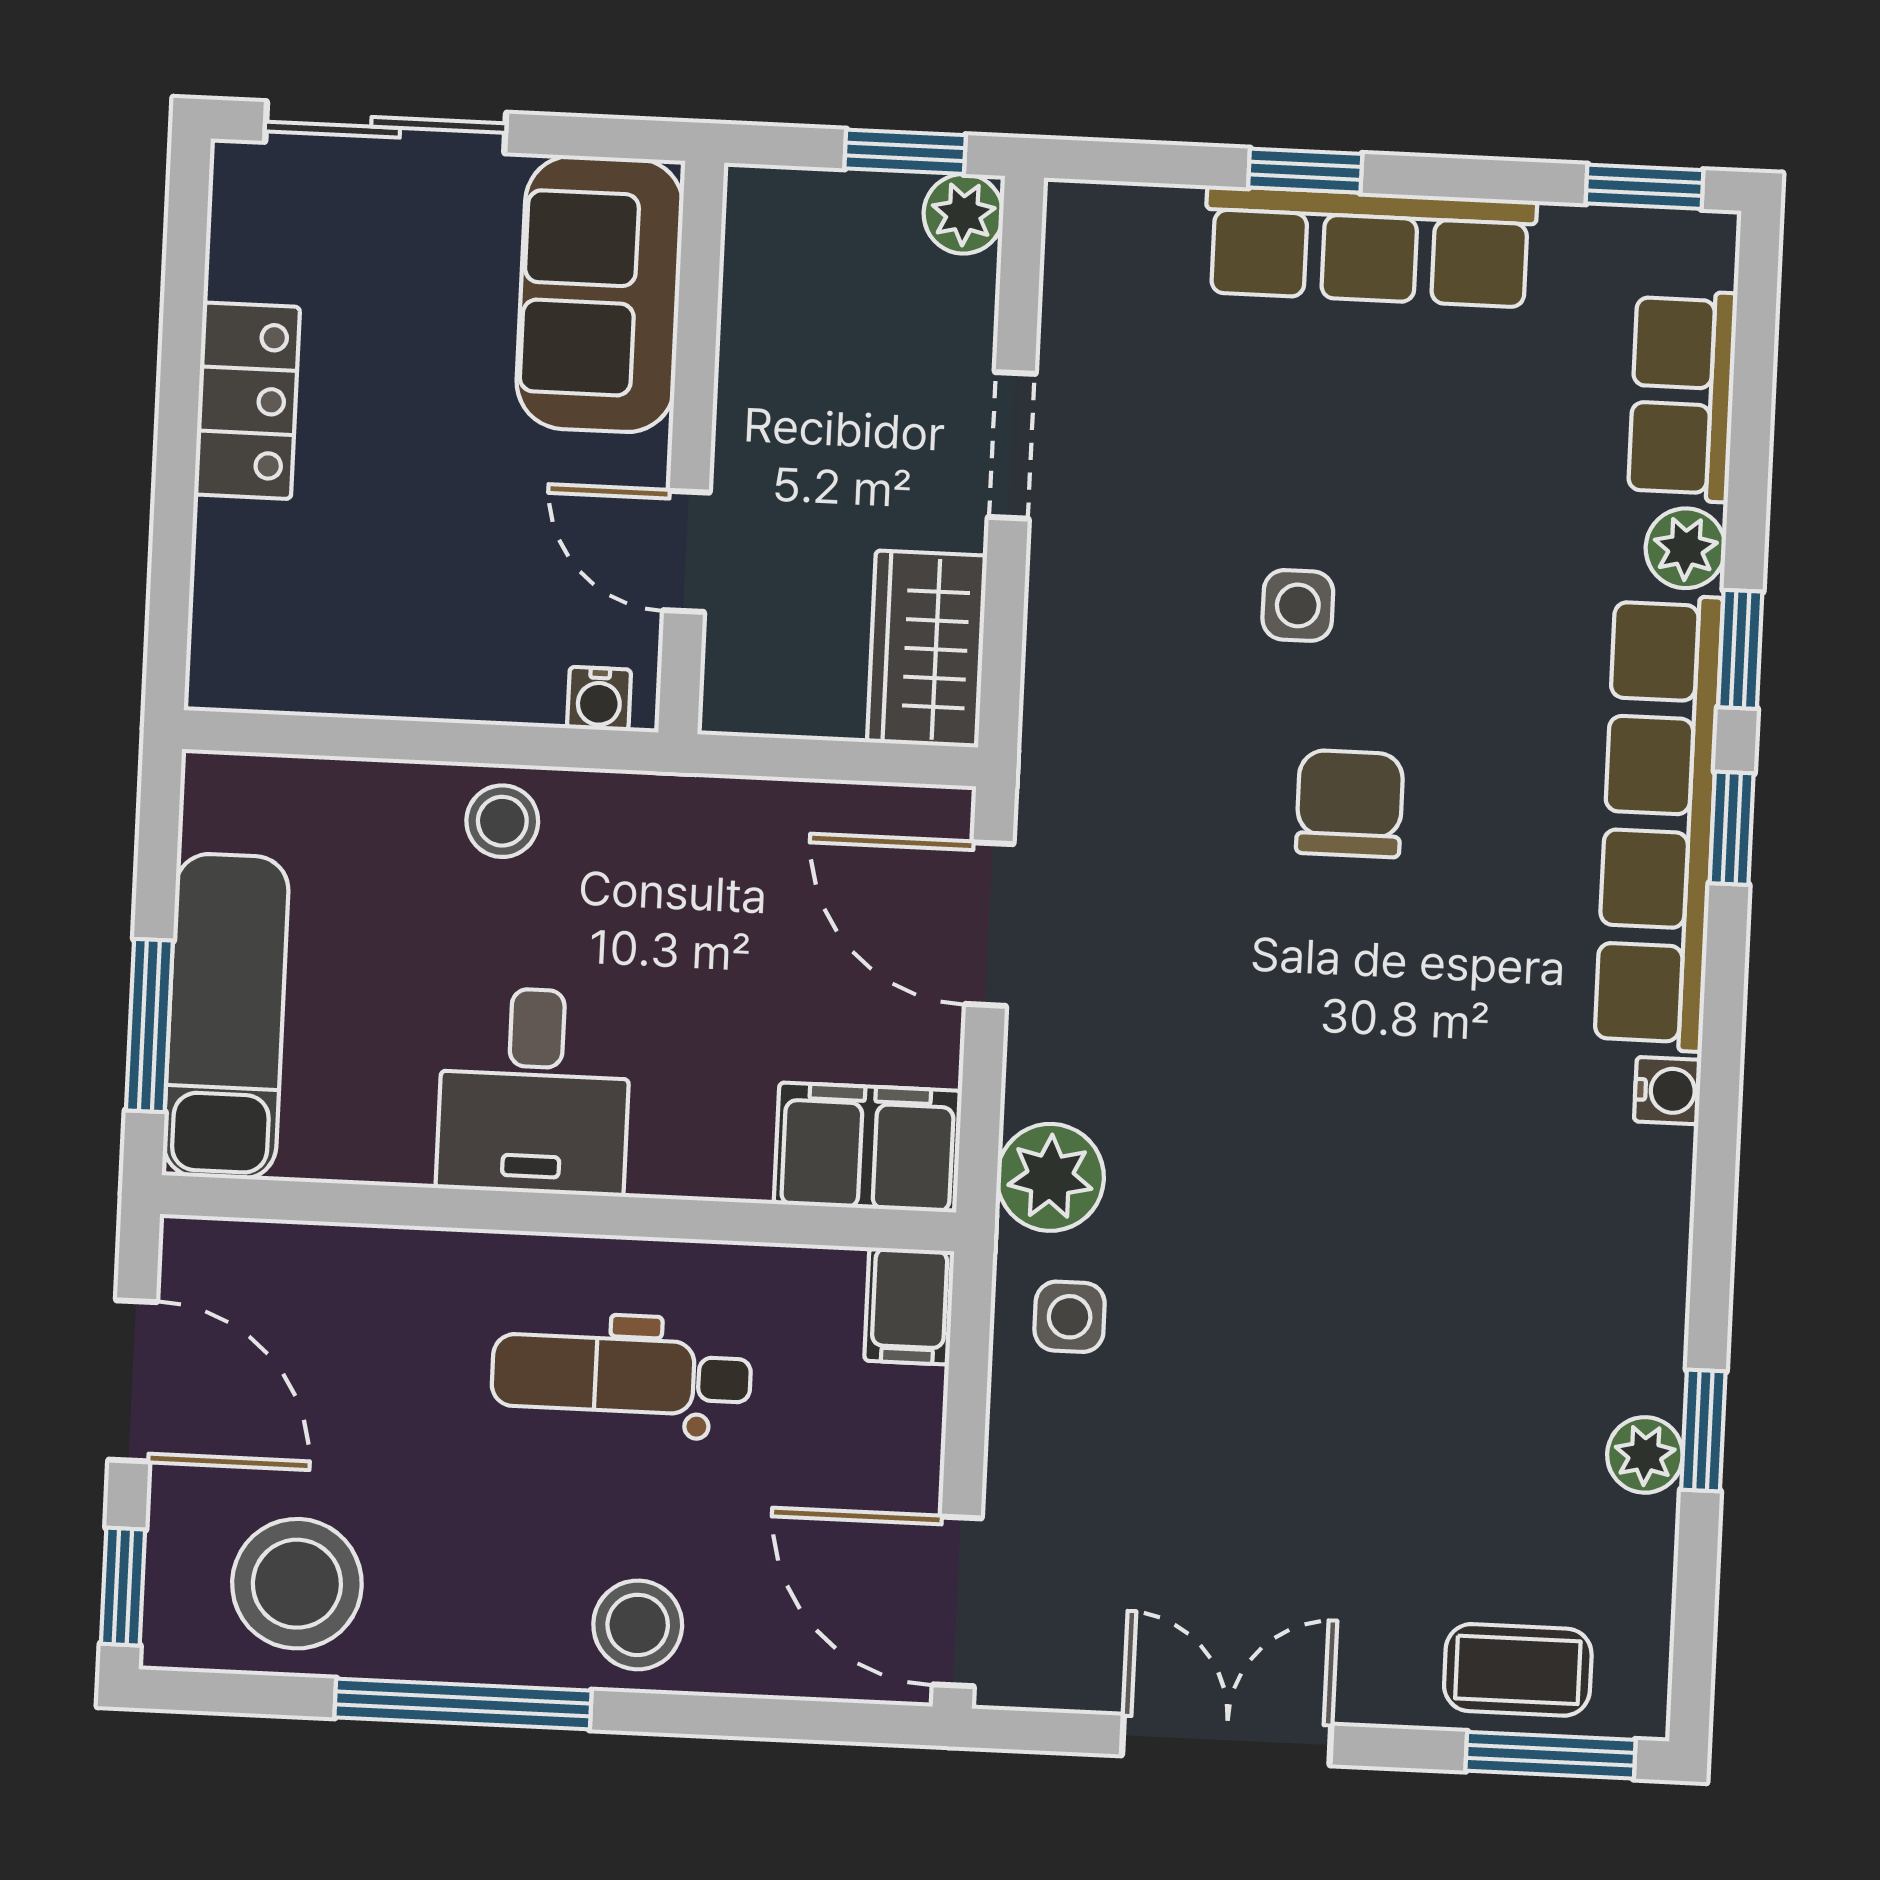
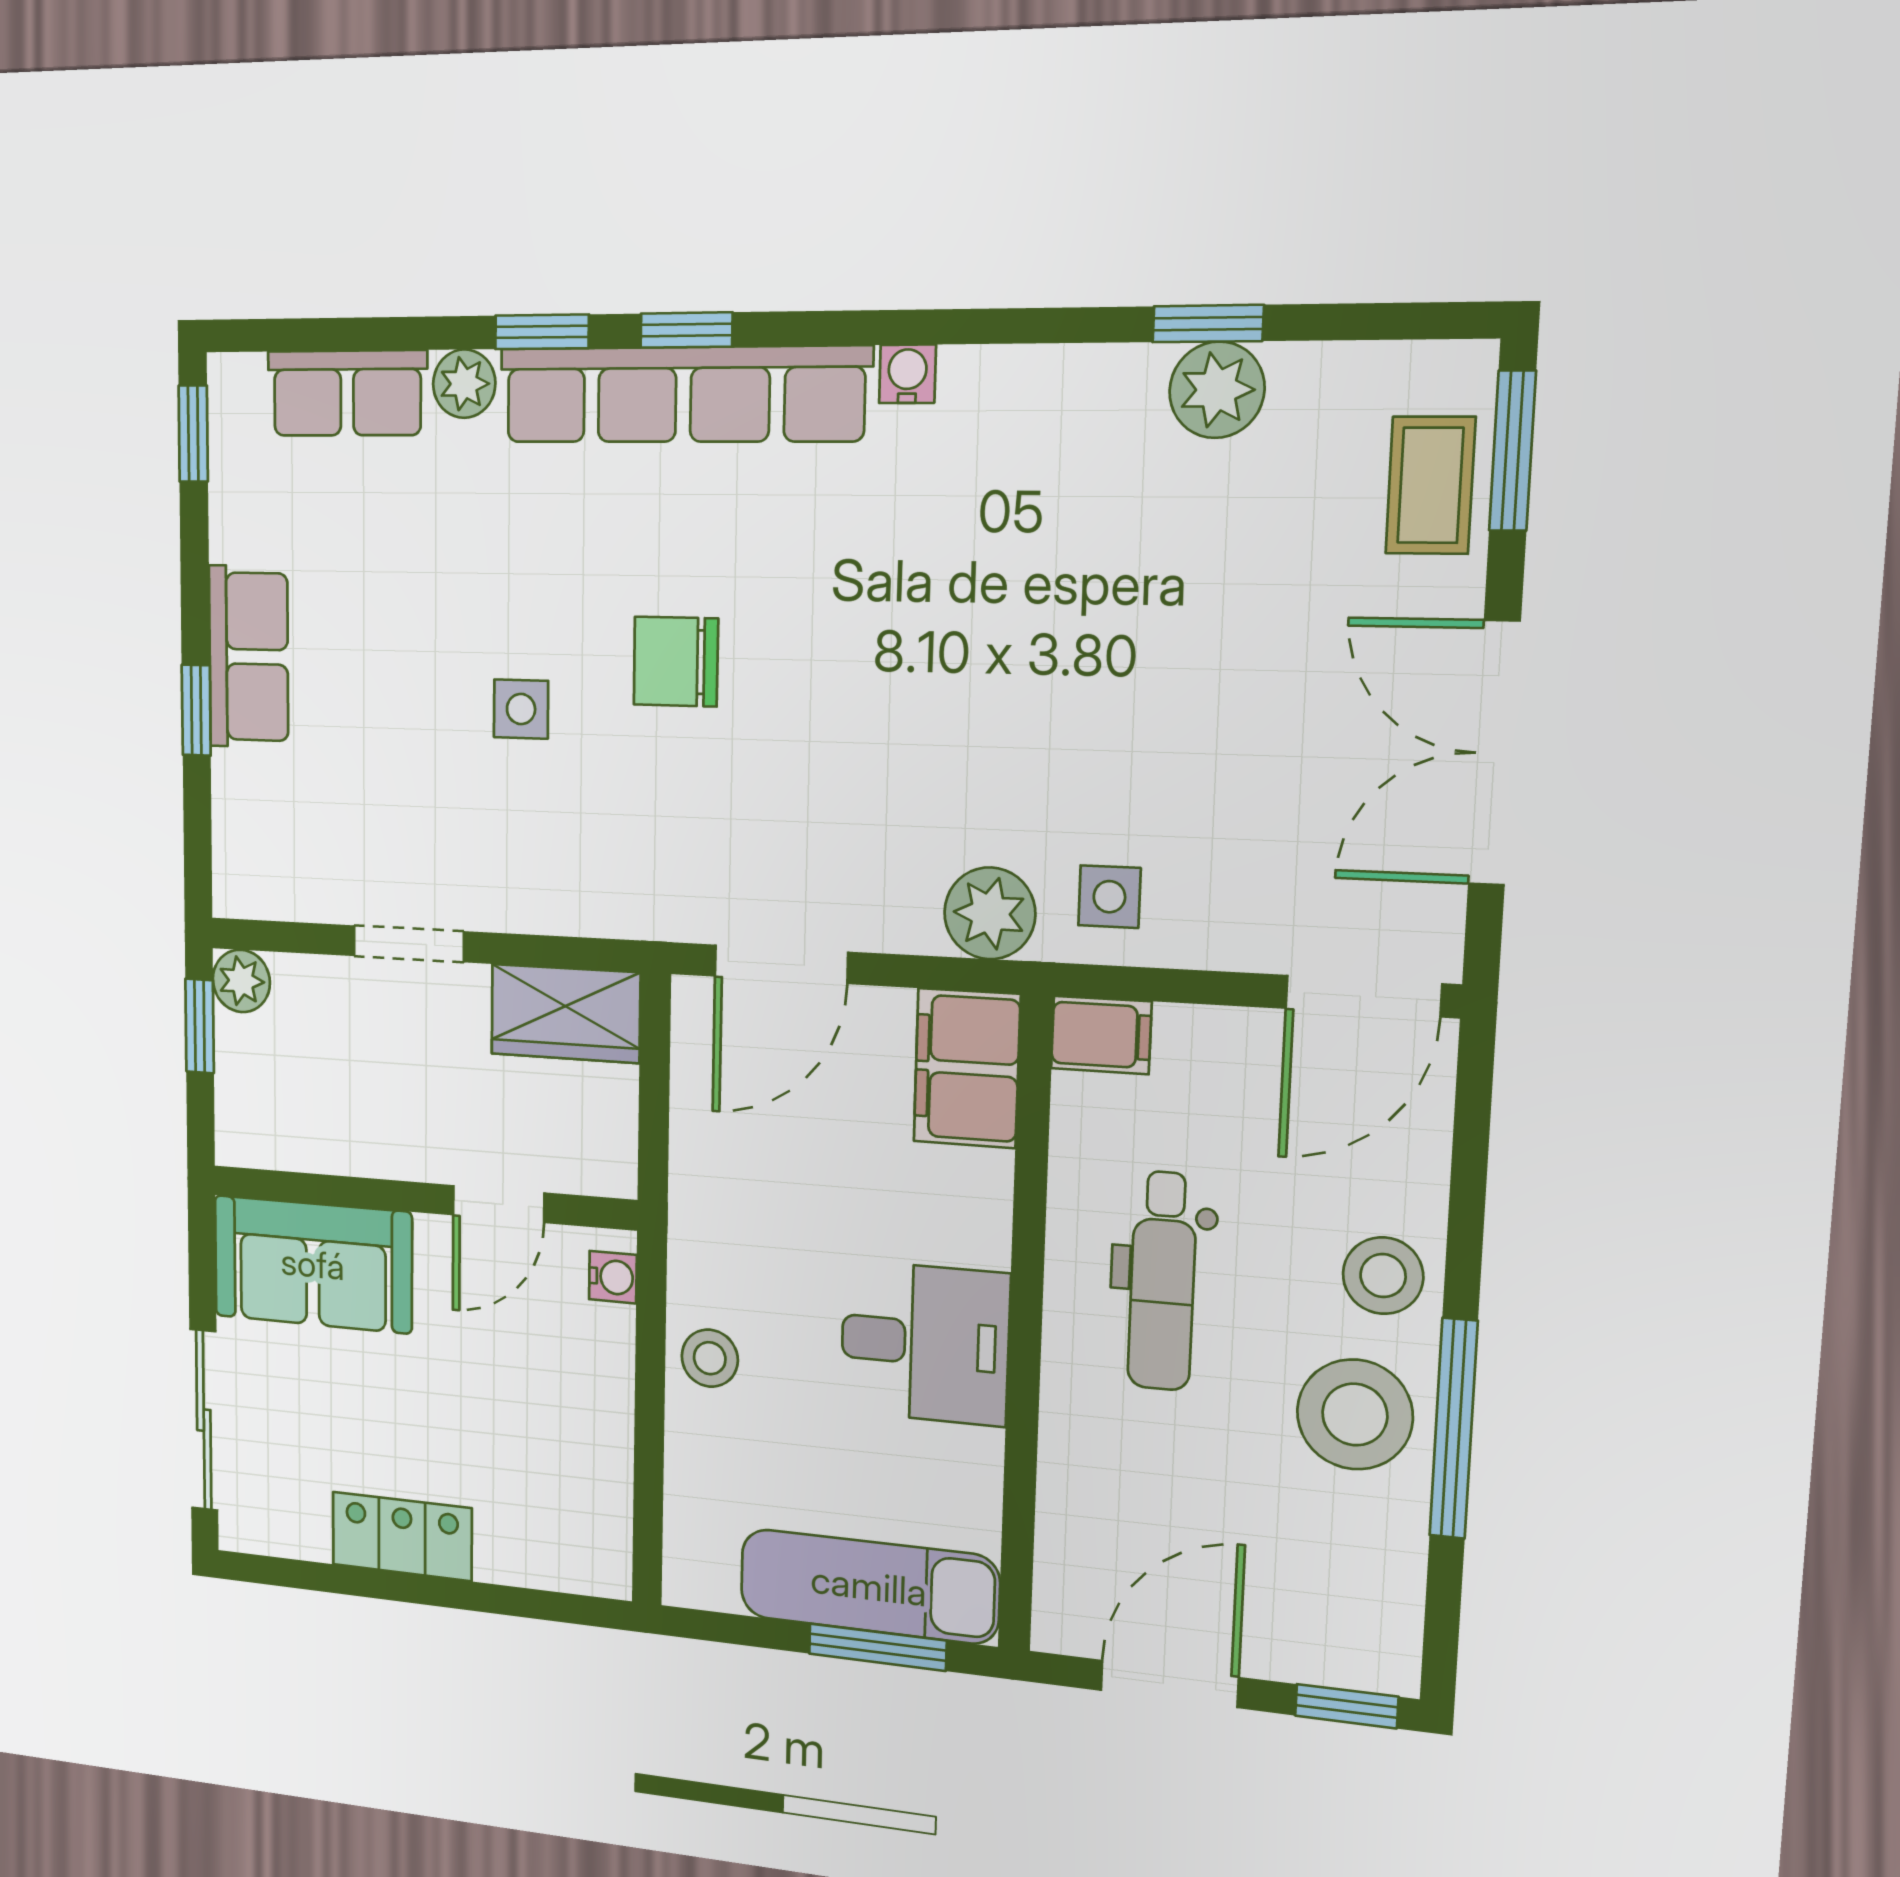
row of seats: (1370, 247) -> (249, 657), width x0.68
plant: (1645, 1455) -> (1217, 390), width x1.38, depth x1.38
stool: (297, 1584) -> (1355, 1414), moved
double door: (1227, 1740) -> (1494, 753), width x1.37

